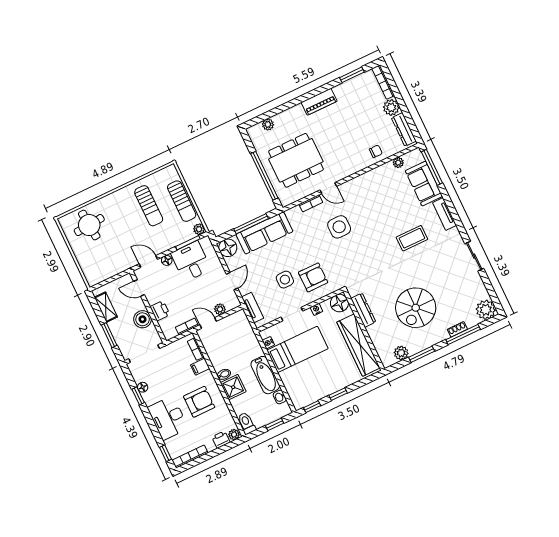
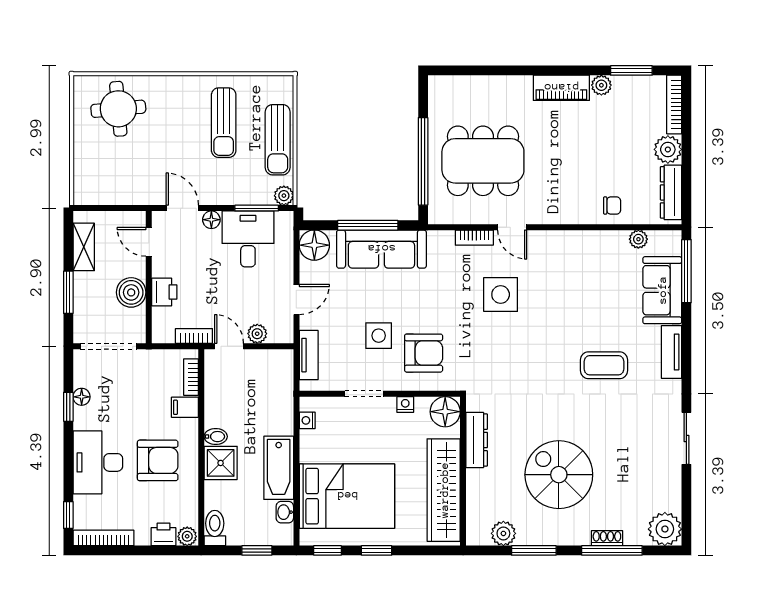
plant: (268, 124) -> (601, 85), moved
spiral stairs: (416, 308) -> (559, 475), turned 90
bed: (297, 349) -> (347, 496), moved, width x1.50

